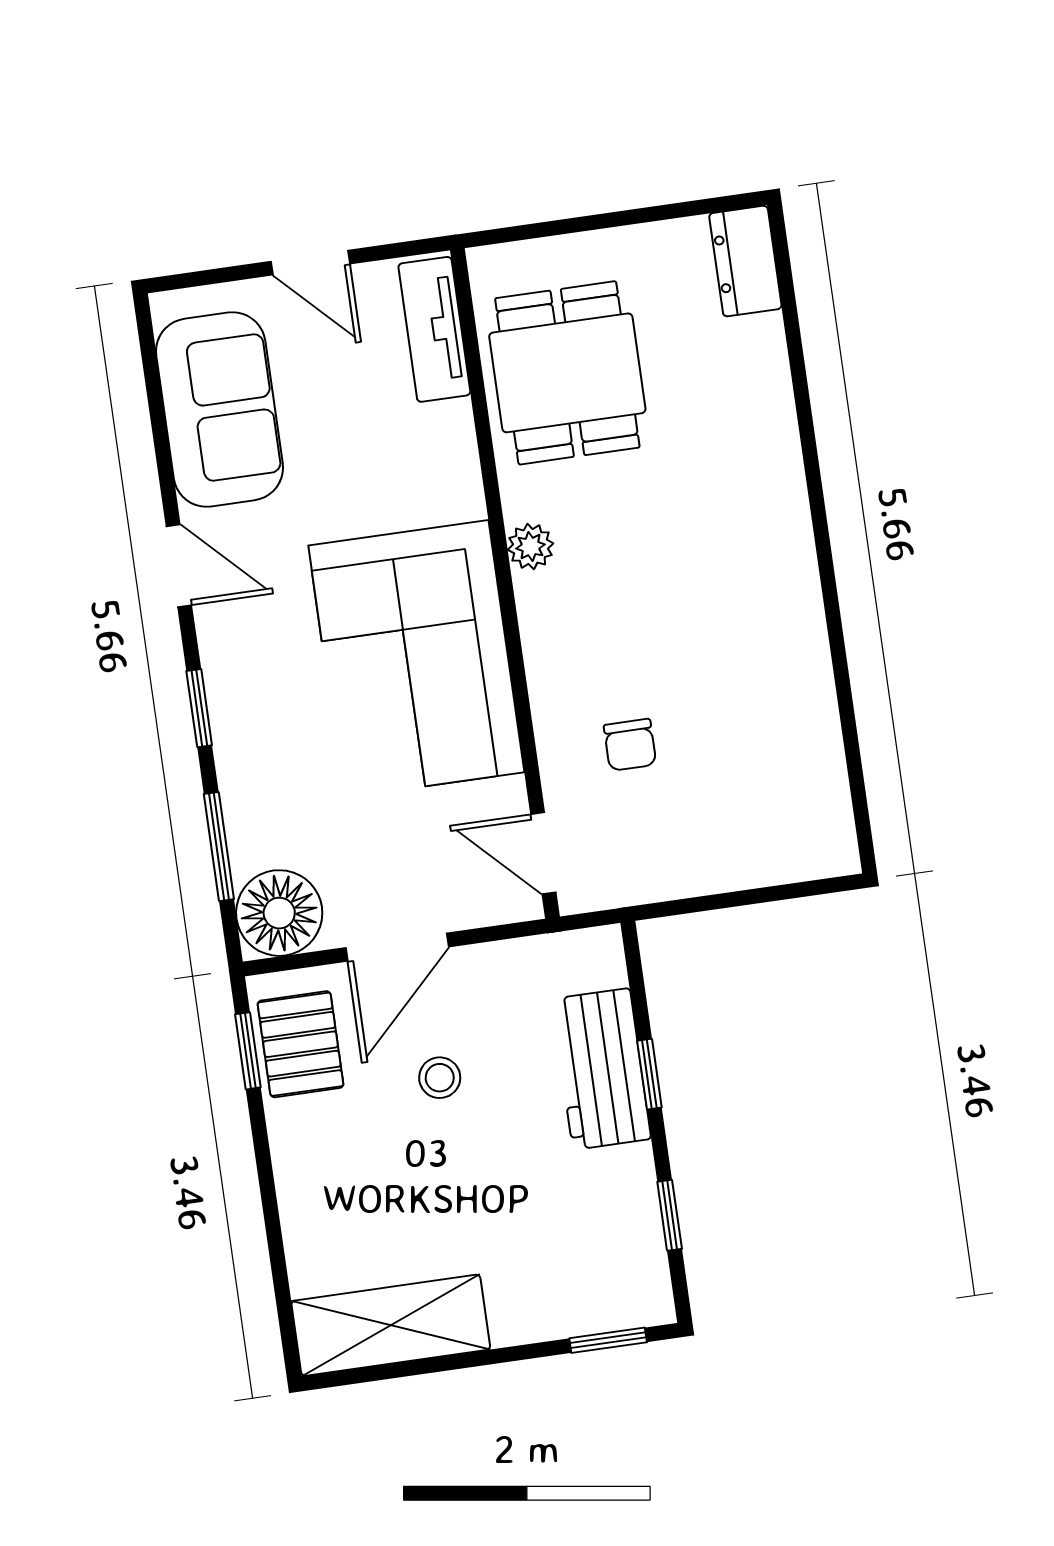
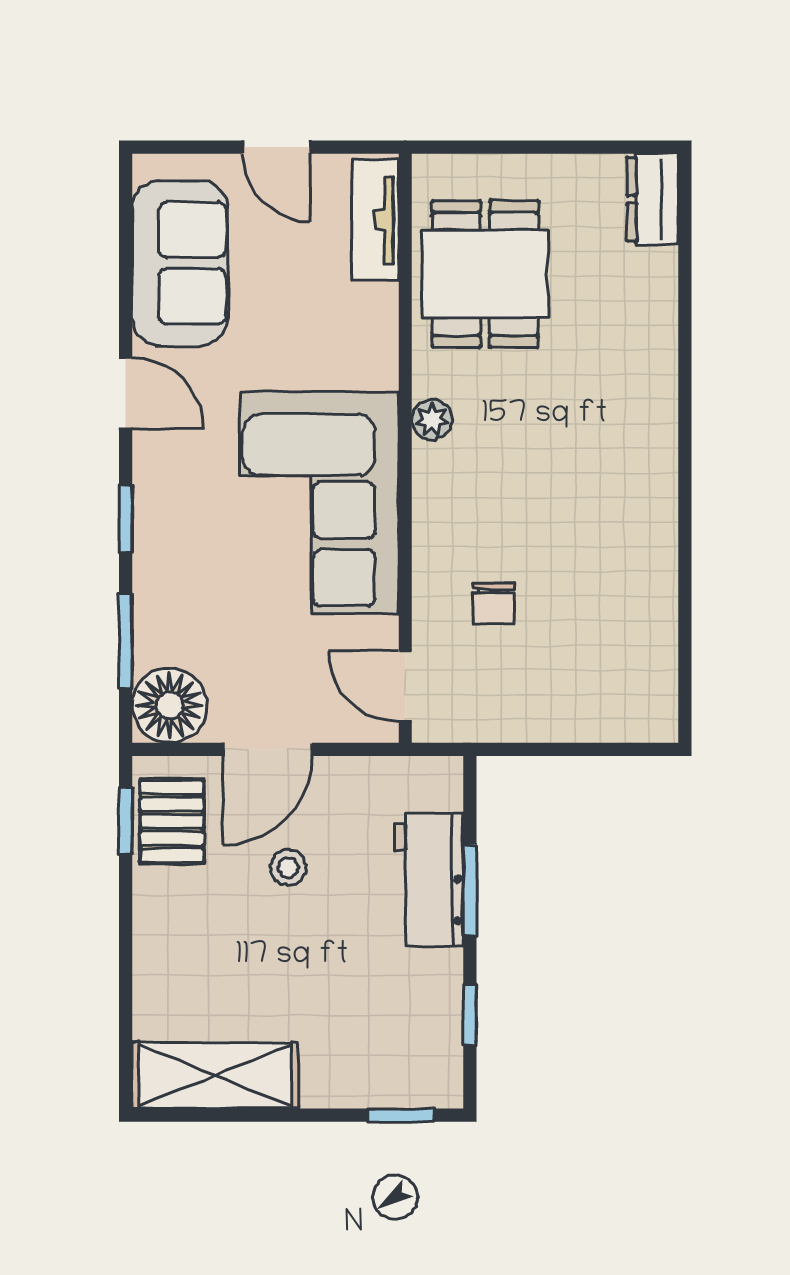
window: (649, 1074) -> (470, 890), width x1.50

